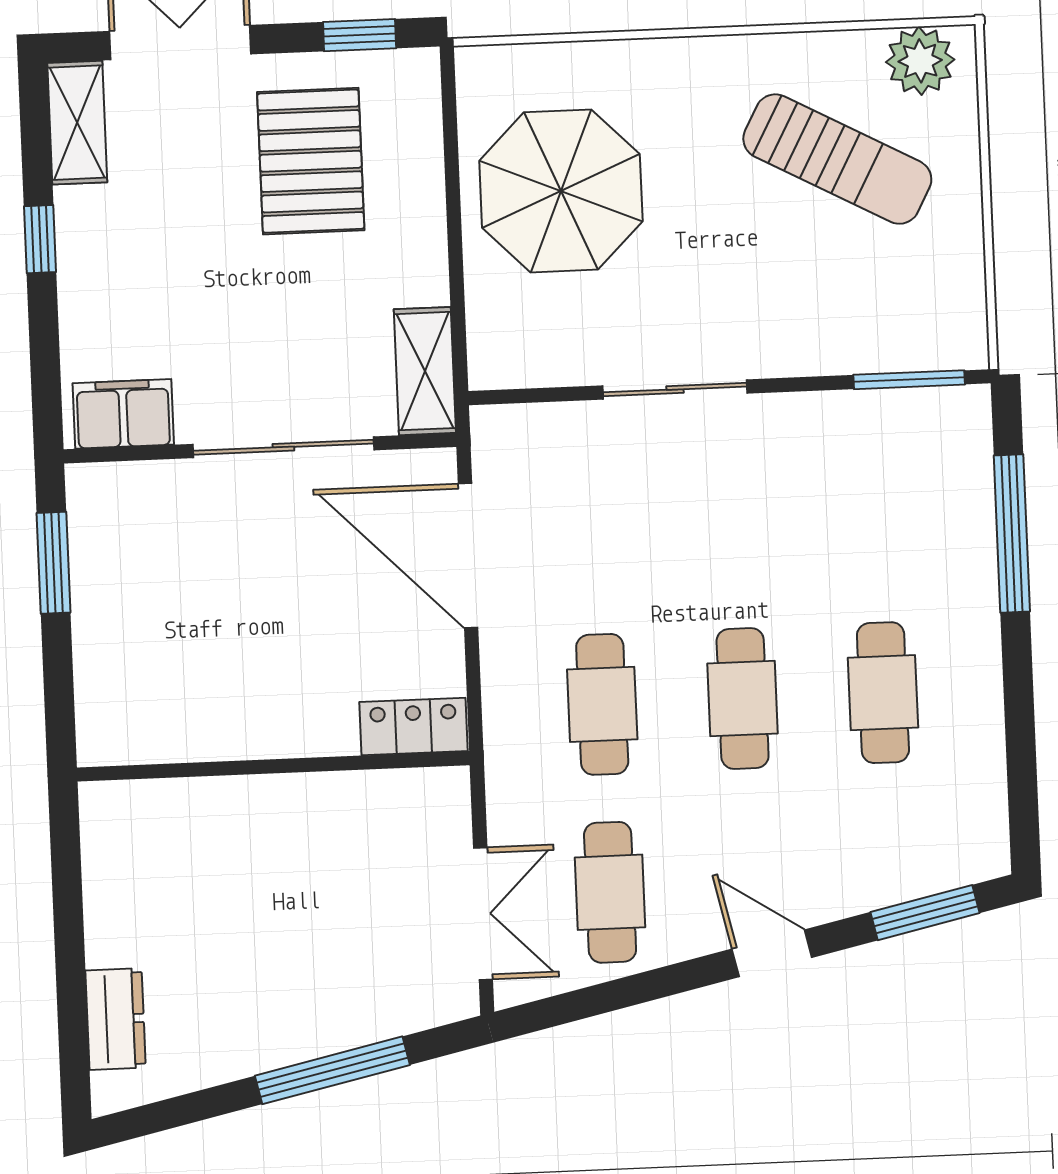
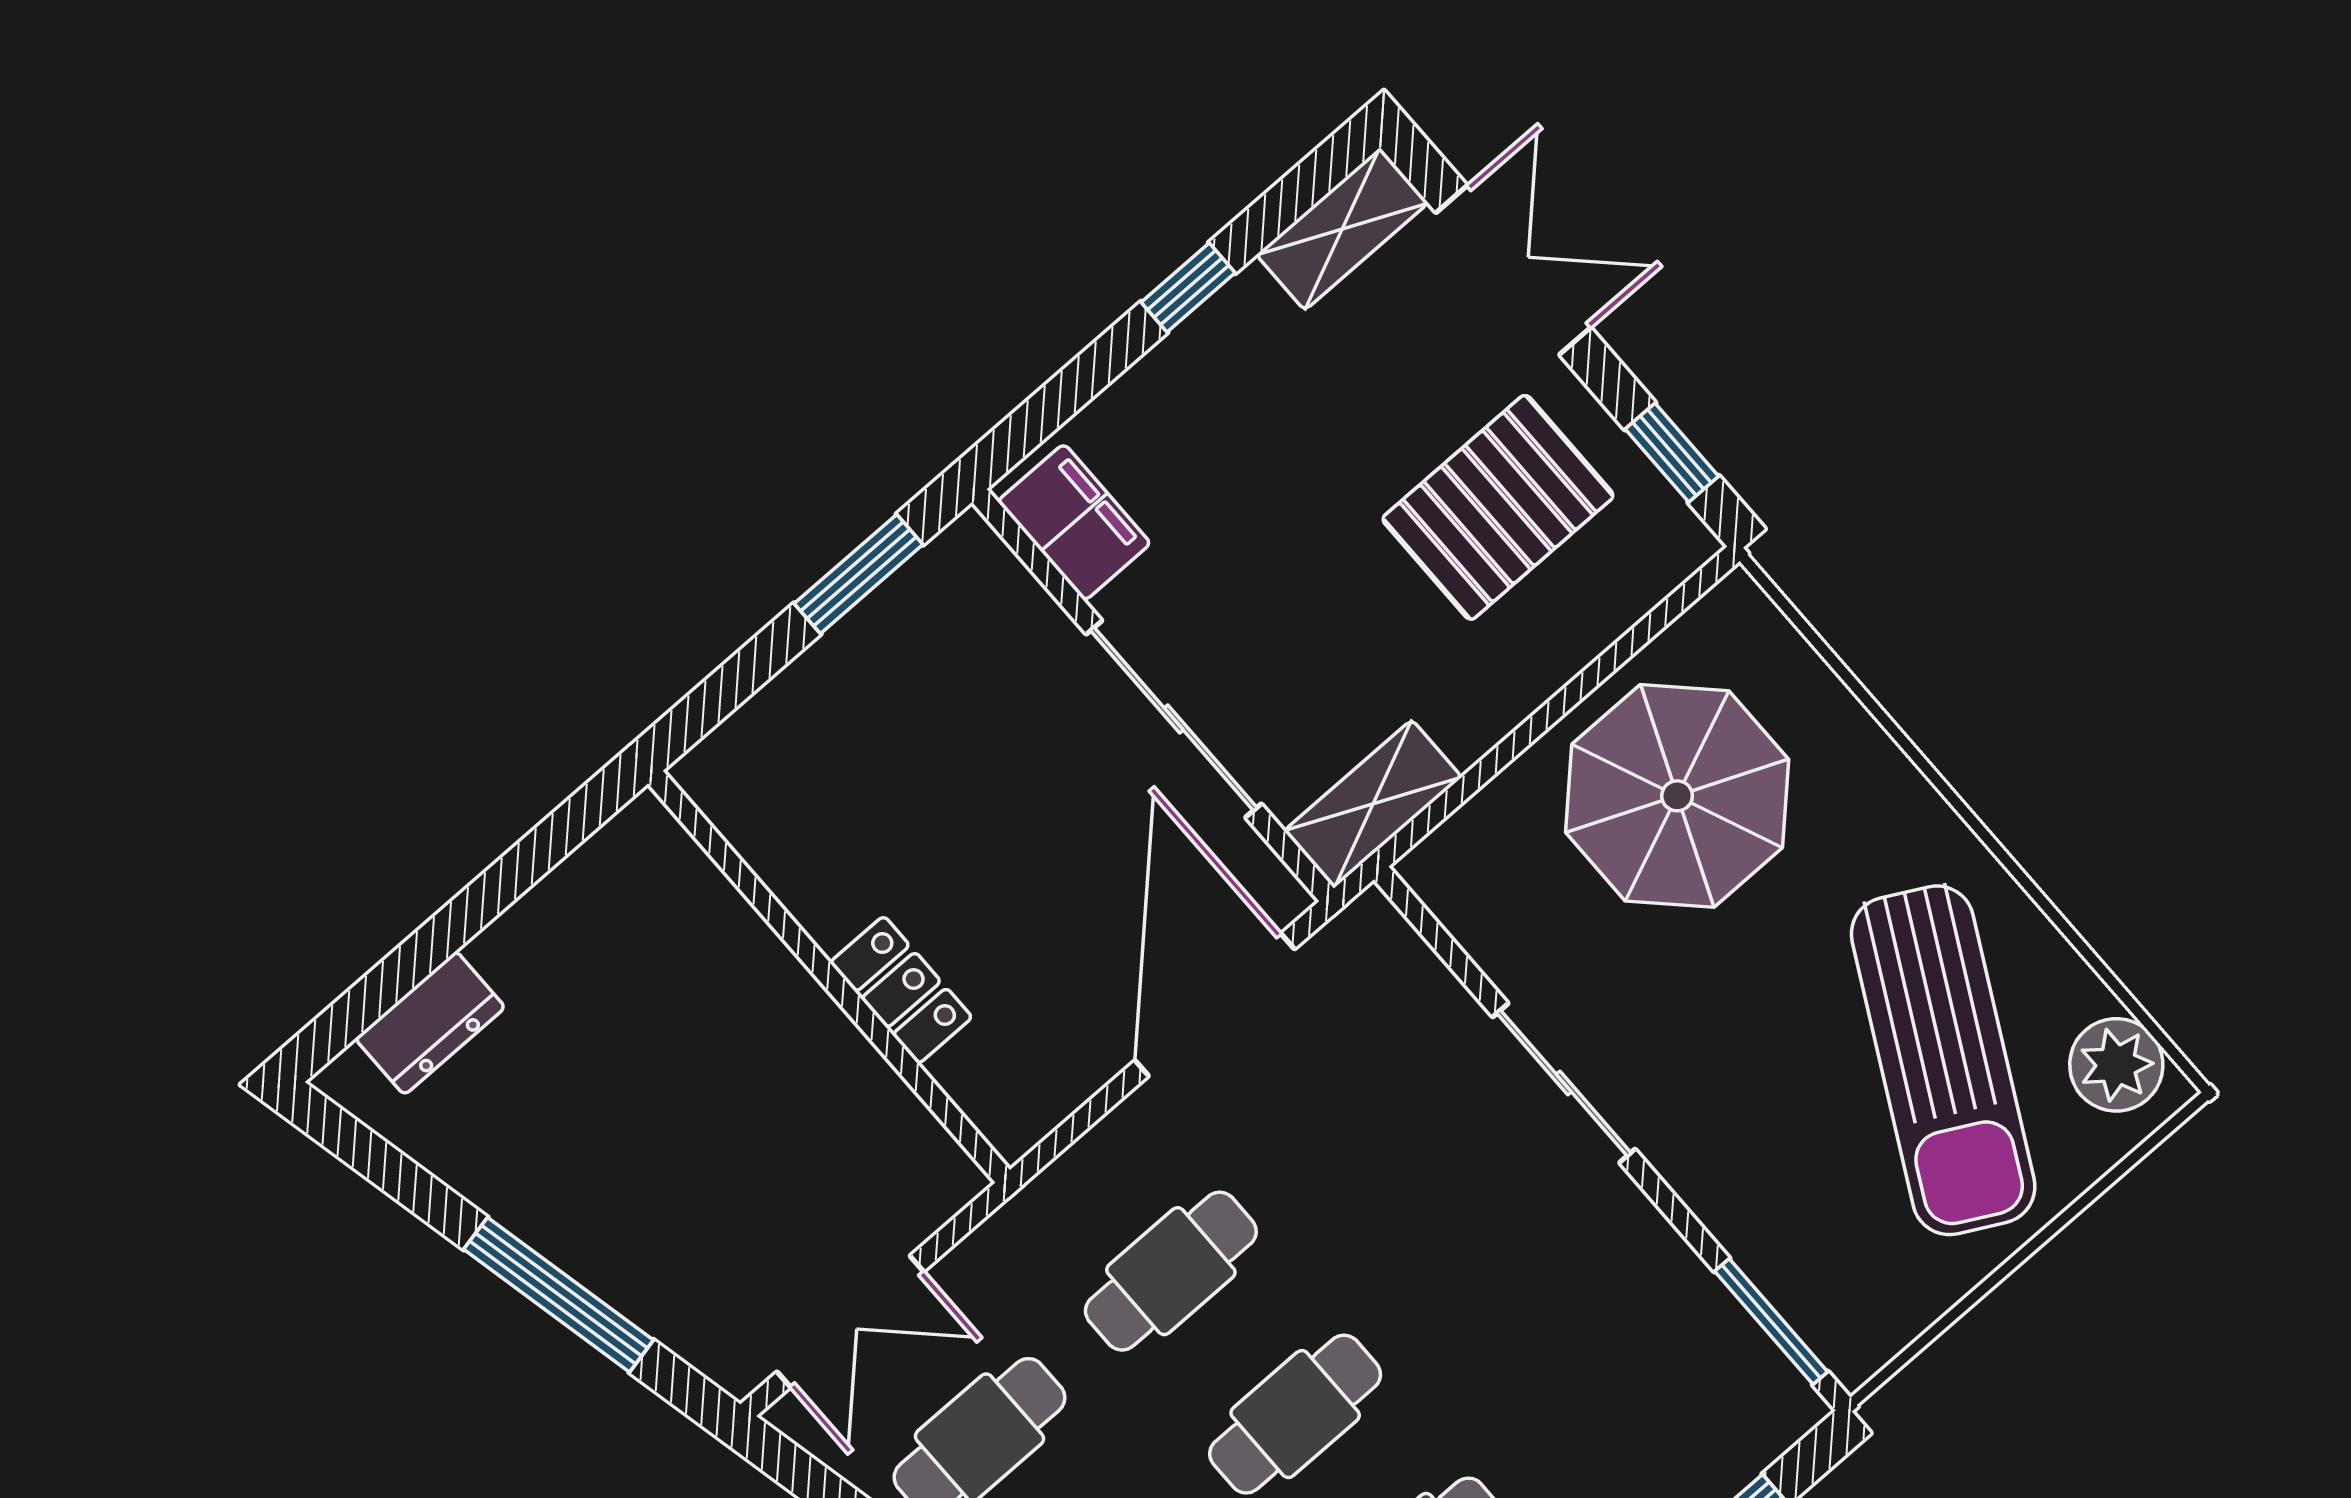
sun lounger: (837, 159) -> (1943, 1060), width x1.36, depth x1.34
locker: (413, 727) -> (901, 990), moved

